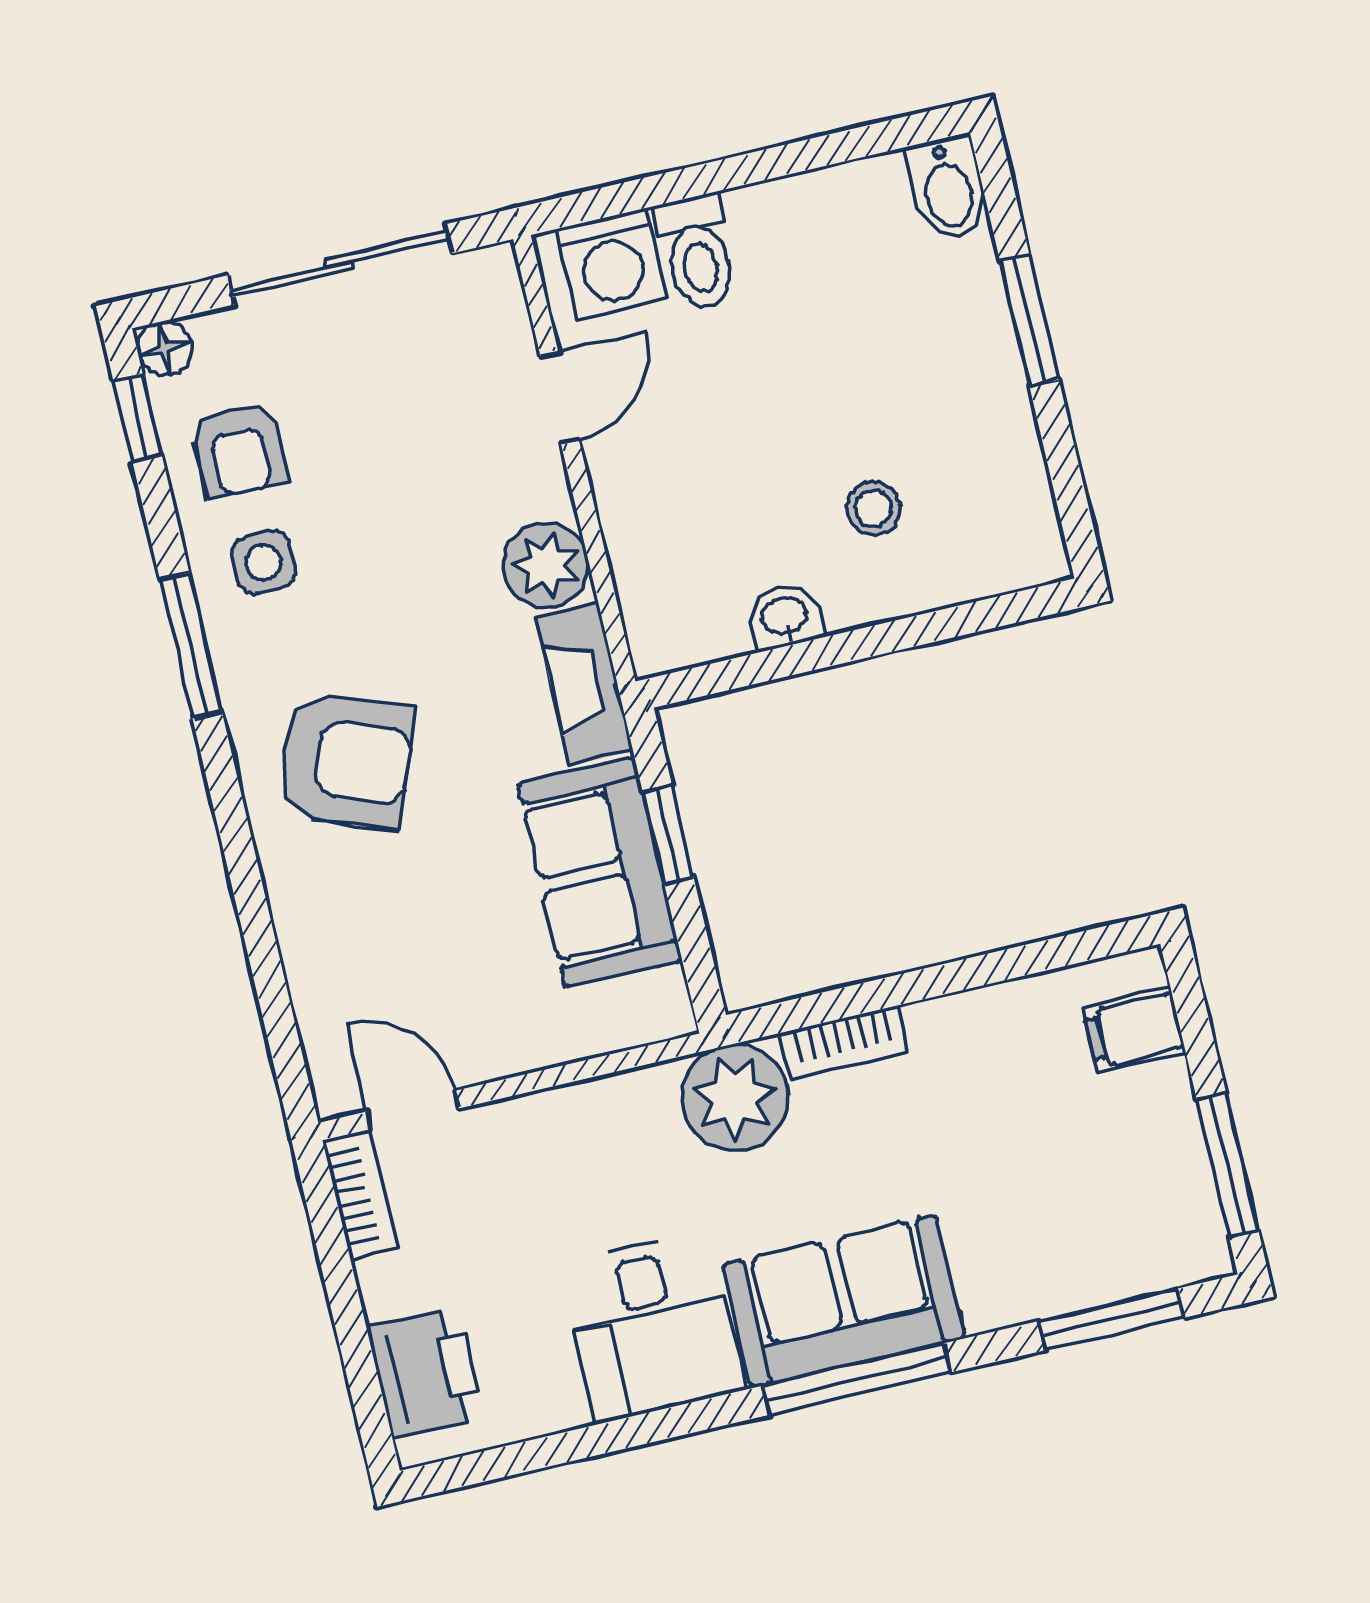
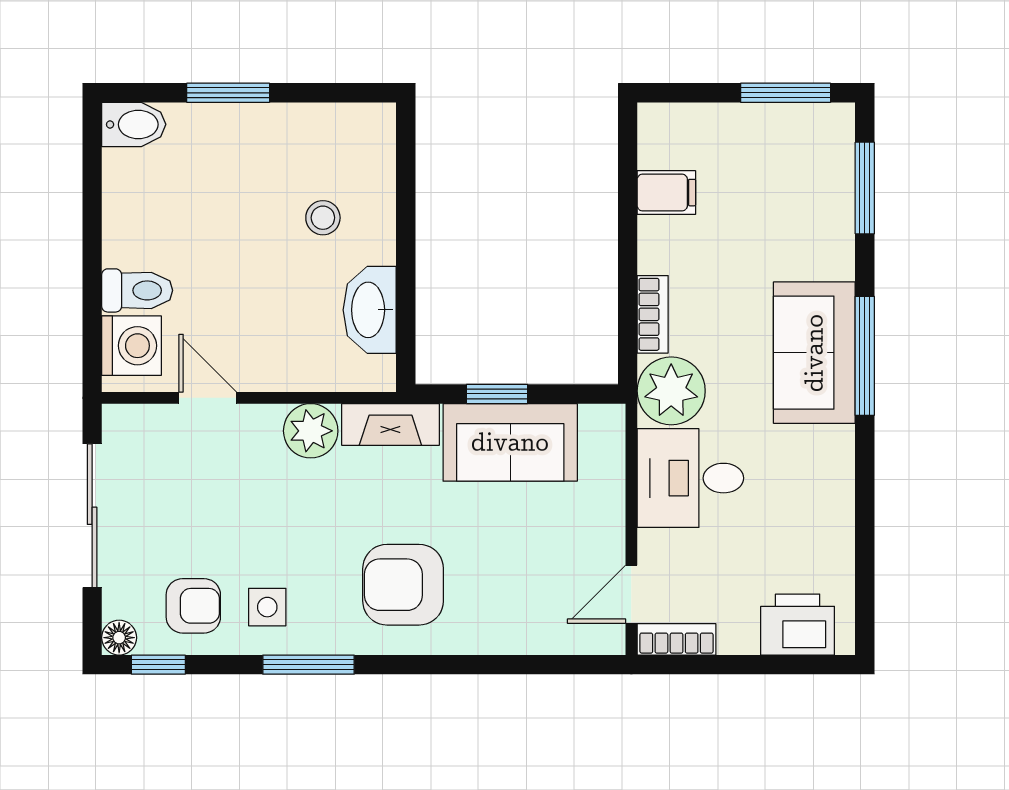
washbasin: (785, 617) -> (370, 310), width x1.91, depth x1.45
armchair: (346, 760) -> (403, 585), turned -111
filing cabinet: (1134, 1030) -> (666, 193), moved, turned -90
desk: (652, 1327) -> (690, 478), moved, turned 180

